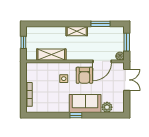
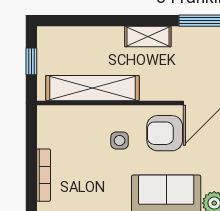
shelving: (51, 55) -> (92, 88), width x1.47
armchair: (84, 75) -> (165, 133), turned 90

